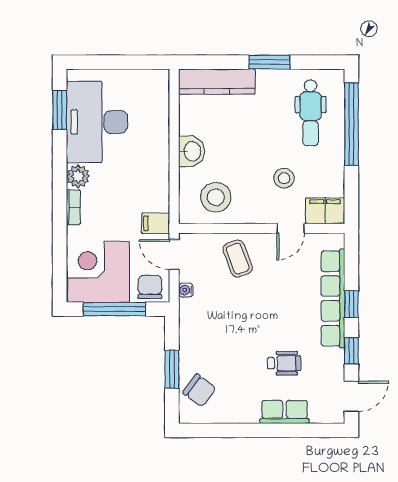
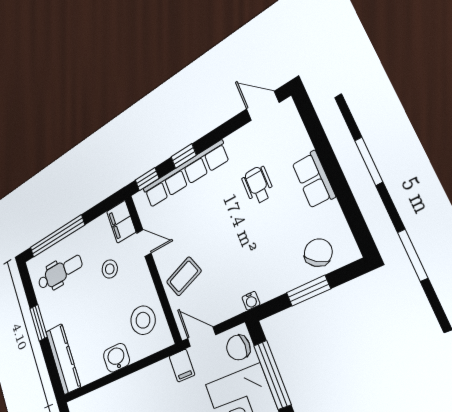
door: (174, 255) -> (202, 337), swing flipped
water cooler: (186, 290) -> (251, 301), moved
window: (351, 351) -> (147, 179), moved
row of seats: (285, 412) -> (313, 180), moved

